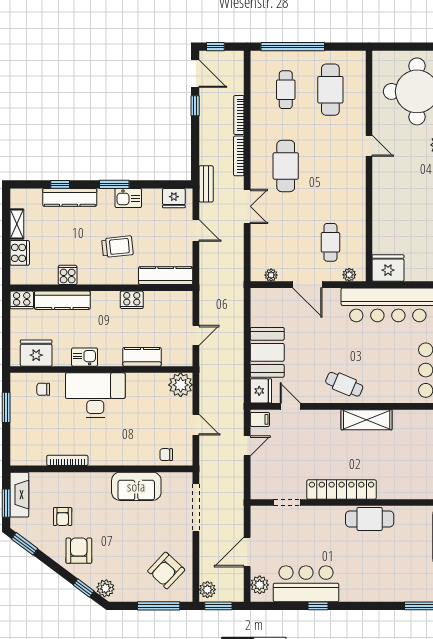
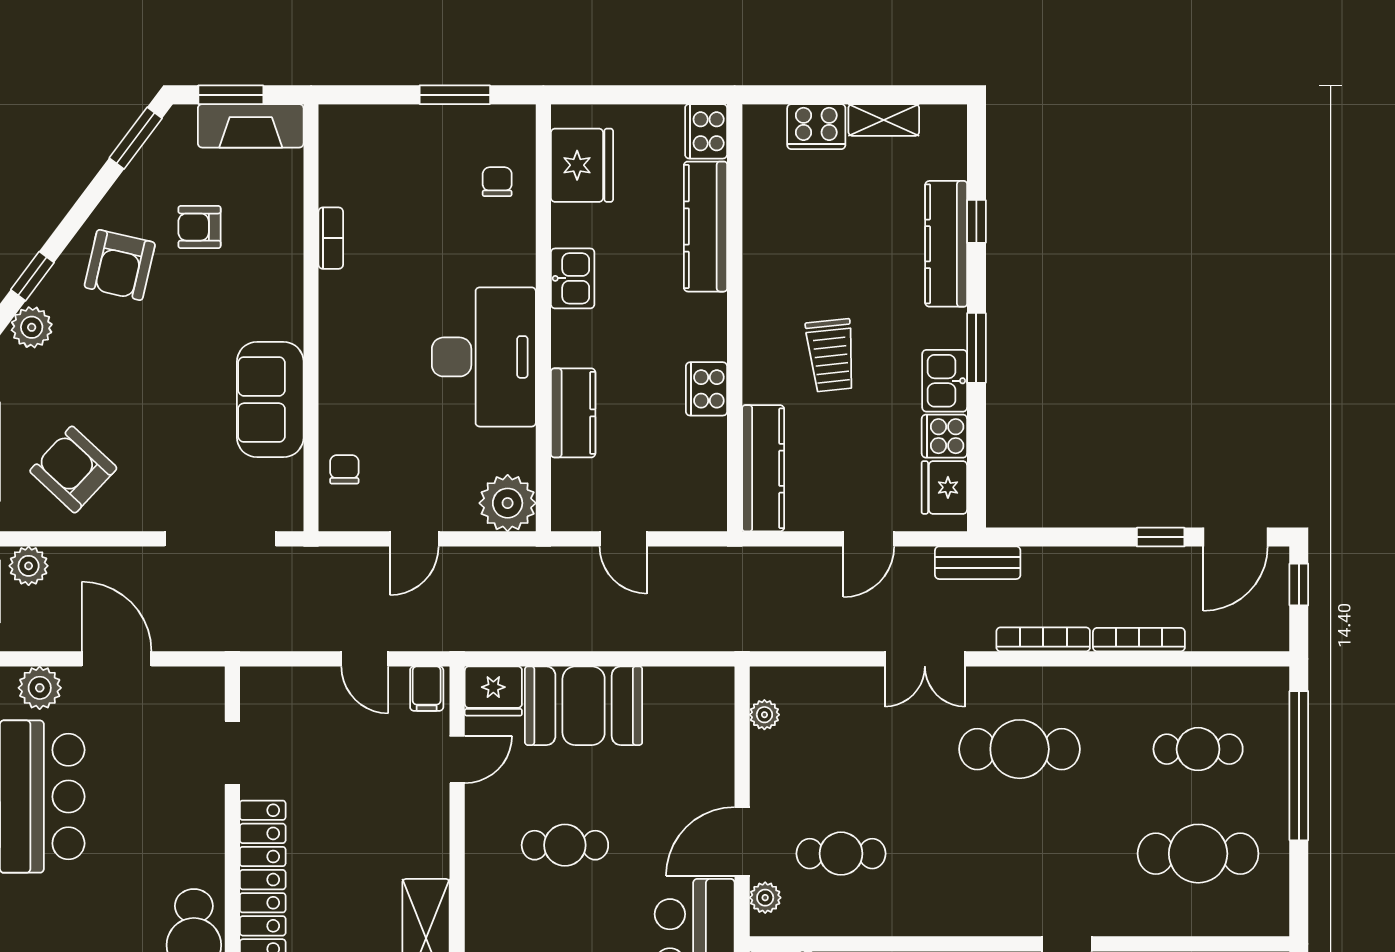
cooker: (68, 275) -> (944, 436), moved, turned 180
door: (307, 285) -> (742, 841), moved
cafe table: (344, 384) -> (565, 845), moved, turned 67
desk: (95, 395) -> (484, 357), moved
bookcase: (67, 460) -> (331, 238), width x0.64
armchair: (79, 551) -> (120, 265), turned 103

